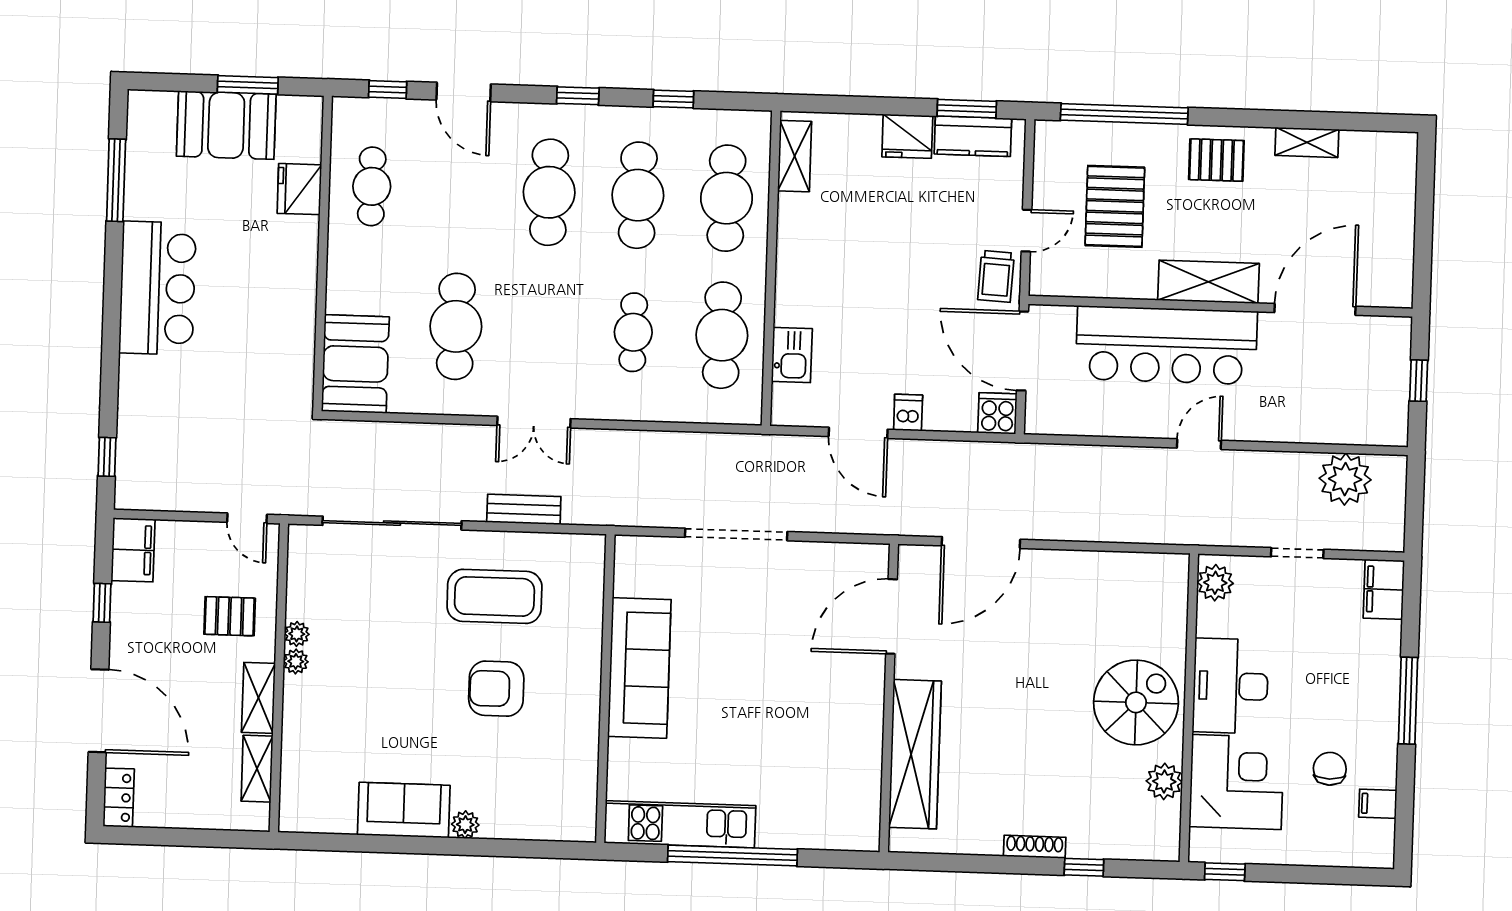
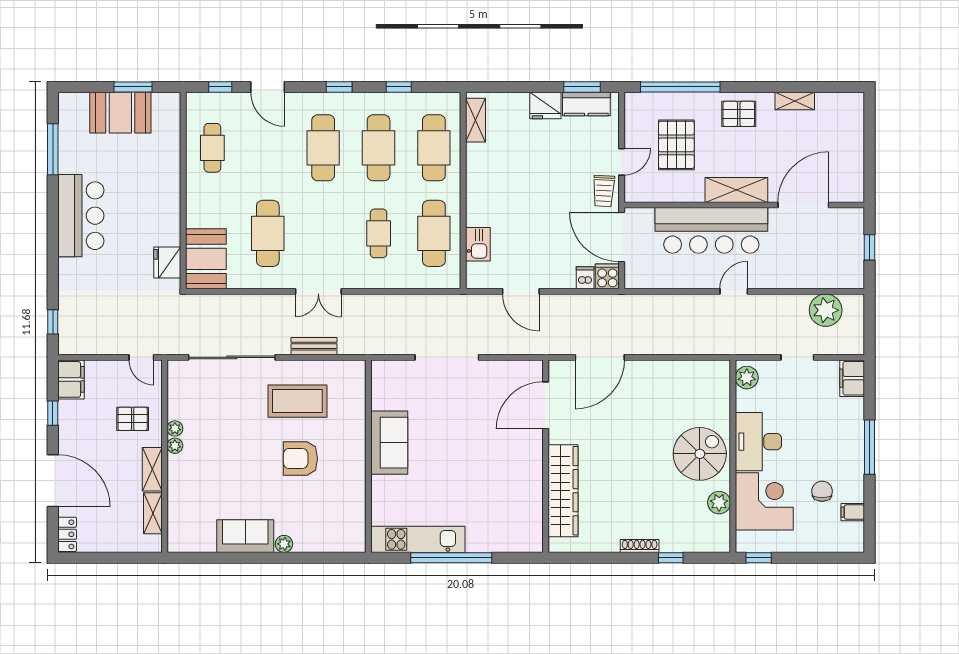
fridge: (299, 189) -> (167, 262), moved
dishwasher: (908, 413) -> (585, 278), moved
sofa: (639, 668) -> (389, 443), width x0.73

